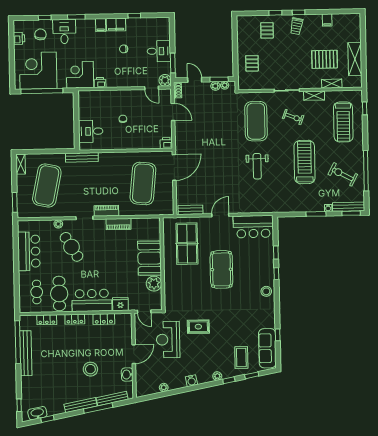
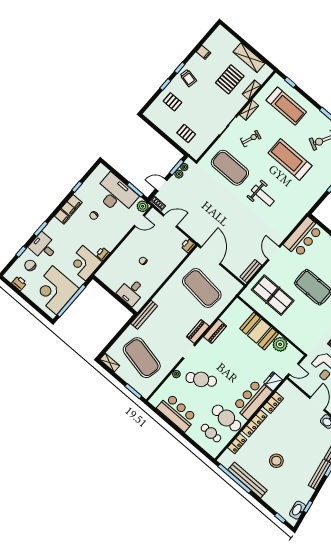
desk: (159, 51) -> (116, 194), width x1.87, depth x1.30
locker: (75, 319) -> (255, 423), width x1.53
stool: (90, 369) -> (276, 461), moved

